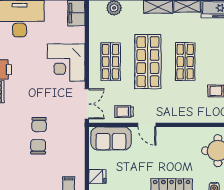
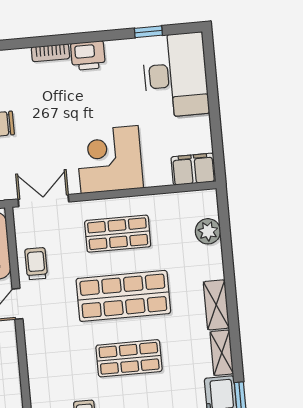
double door: (87, 104) -> (43, 201), swing flipped

